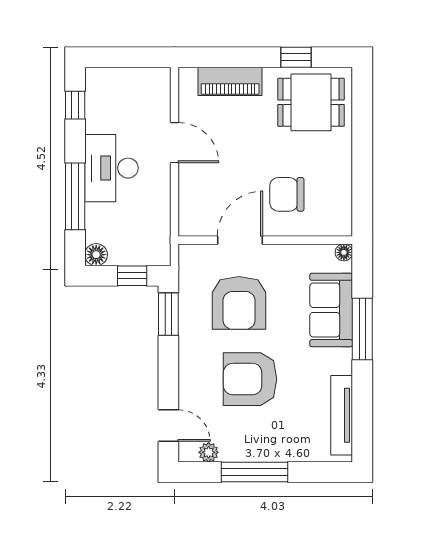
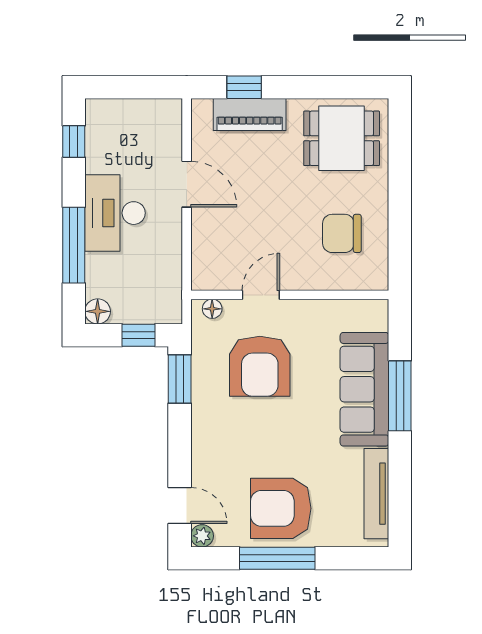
window: (296, 57) -> (244, 87), moved
chair: (287, 194) -> (342, 233), moved
door: (240, 240) -> (261, 295), width x0.73
floor lamp: (344, 252) -> (212, 309), moved
sofa: (331, 310) -> (364, 389), width x1.36
armchair: (250, 379) -> (281, 508), moved
plant: (209, 452) -> (202, 536), moved

